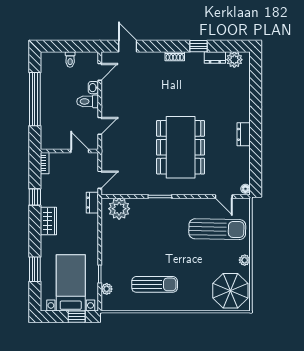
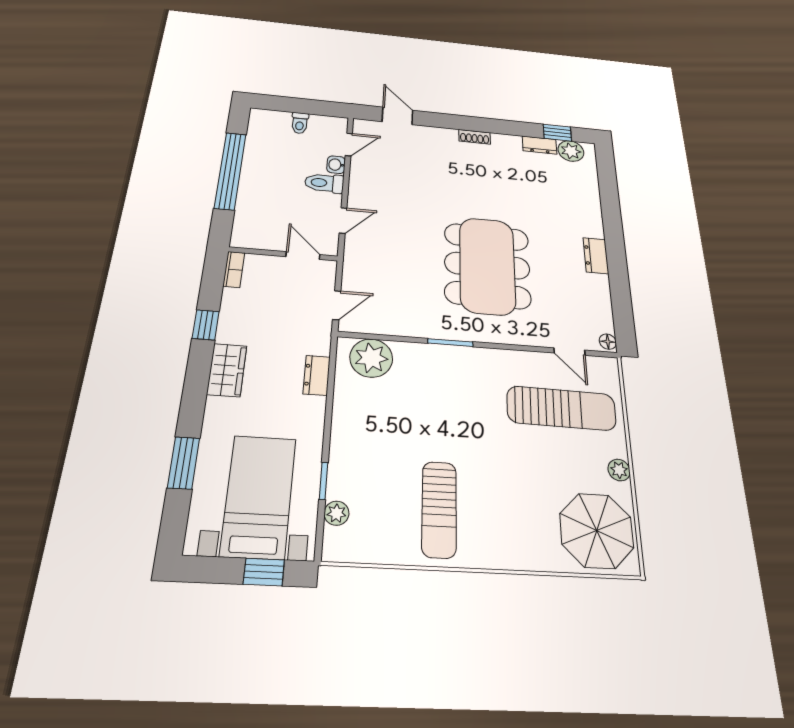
window: (198, 46) -> (557, 133), moved
dresser: (92, 203) -> (317, 375), moved
sun lounger: (155, 284) -> (439, 509), turned 90

